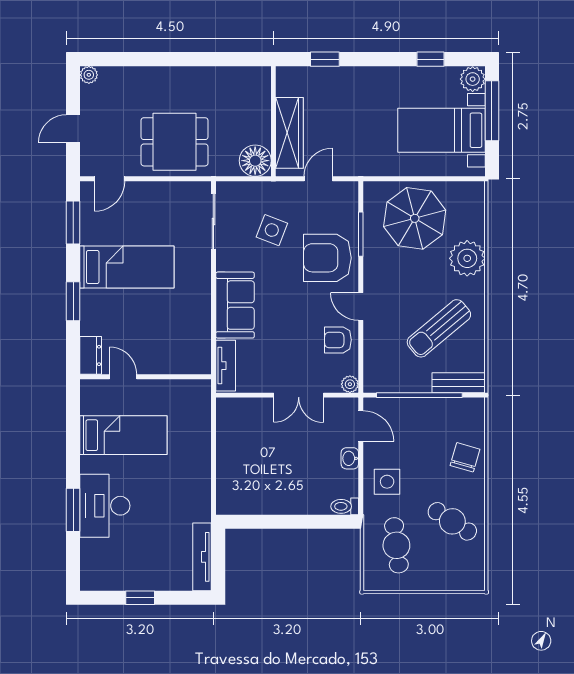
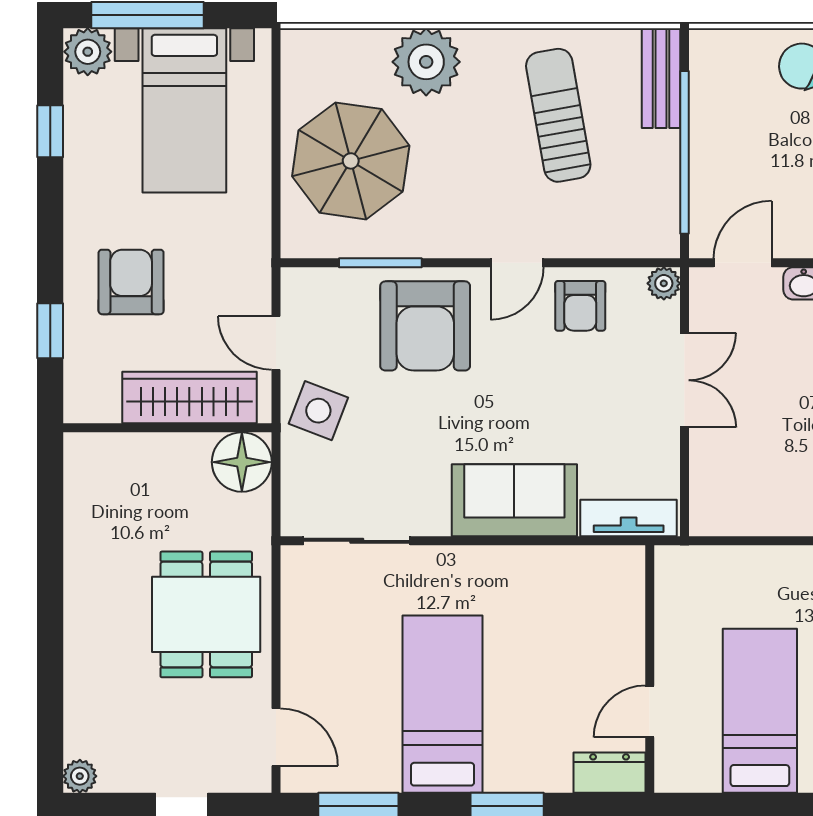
armchair: (351, 102) -> (131, 282), added
side table: (272, 230) -> (318, 411), moved
sun lounger: (439, 328) -> (558, 115), turned -150

